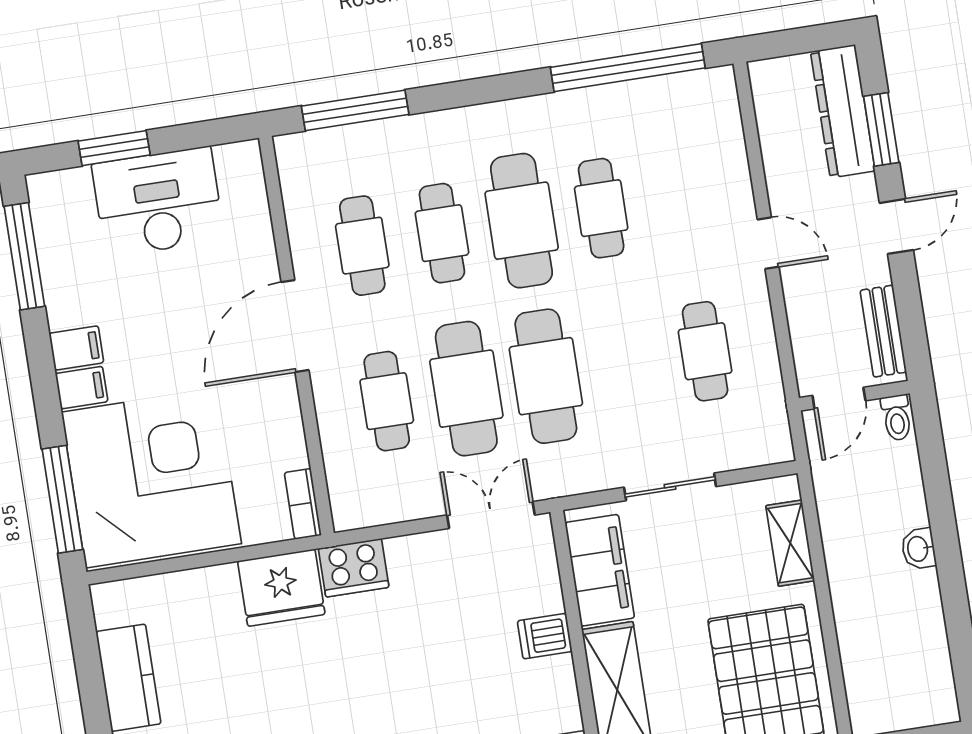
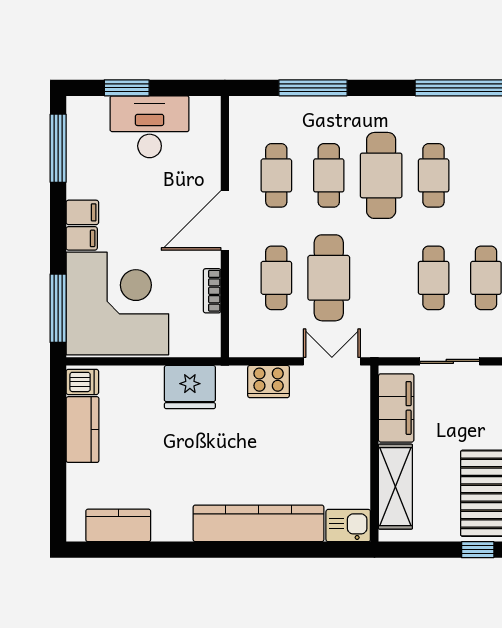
window: (355, 110) -> (313, 88), moved
cafe table: (546, 376) -> (434, 278), moved, width x0.73, depth x0.74
bookcase: (303, 504) -> (212, 291), moved
cooker: (354, 568) -> (269, 382), moved
dishwasher: (545, 636) -> (82, 382), moved, turned 180

